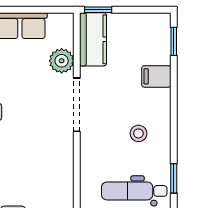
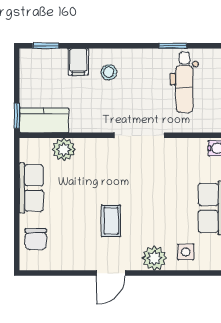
doorway: (77, 105) -> (139, 135), moved
stool: (138, 133) -> (109, 72), moved

